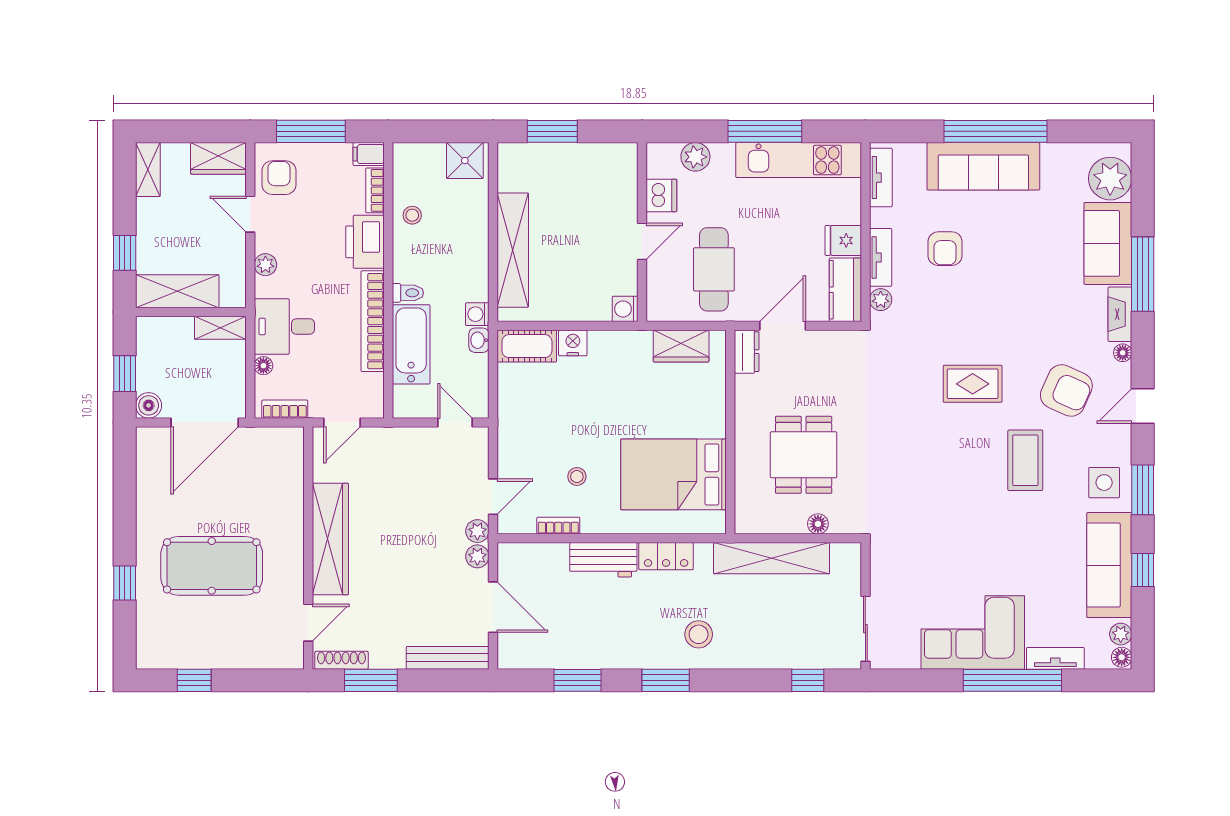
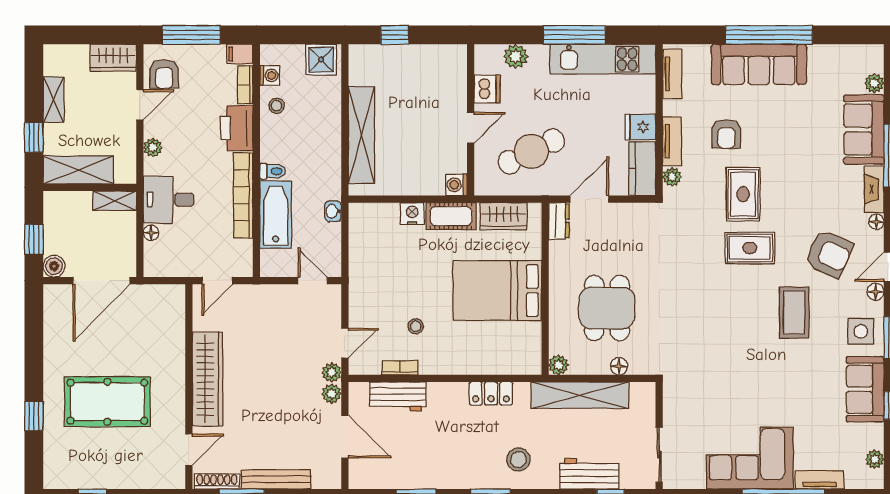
window: (552, 131) -> (395, 35), width x0.67
shelving: (148, 169) -> (54, 100), moved
armchair: (279, 178) -> (164, 74), turned 180
plant: (1110, 179) -> (874, 83), width x0.53, depth x0.53
door: (250, 214) -> (140, 105), swing flipped
cafe table: (714, 269) -> (531, 151), turned 64
washing machine: (477, 314) -> (270, 75), moved, turned 180
rug: (965, 320) -> (743, 194), added
cot: (527, 346) -> (451, 216), moved
bookcase: (285, 409) -> (169, 269), removed
bed: (674, 474) -> (497, 291), moved
plant: (746, 522) -> (559, 365), added
workbench: (603, 560) -> (398, 397), moved
sofa: (1109, 565) -> (865, 389), width x0.73
workbench: (783, 651) -> (589, 474), added
floor lamp: (1122, 657) -> (876, 292), moved
bench: (448, 658) -> (276, 479), moved

